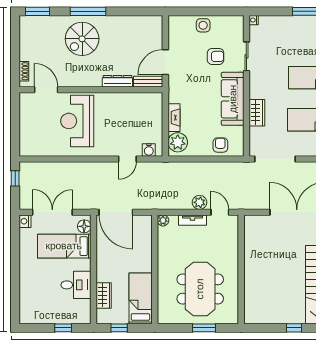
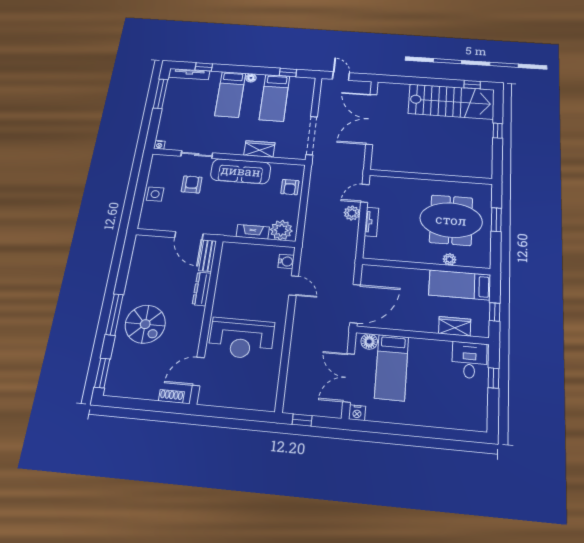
armchair: (220, 145) -> (290, 187), turned -90
plant: (163, 220) -> (450, 259), moved
desk: (76, 285) -> (469, 360), moved

